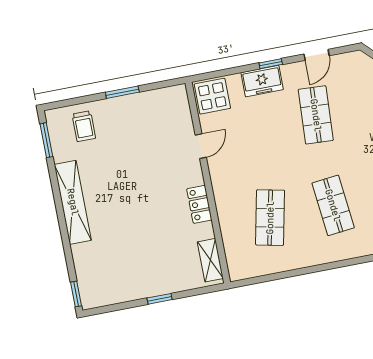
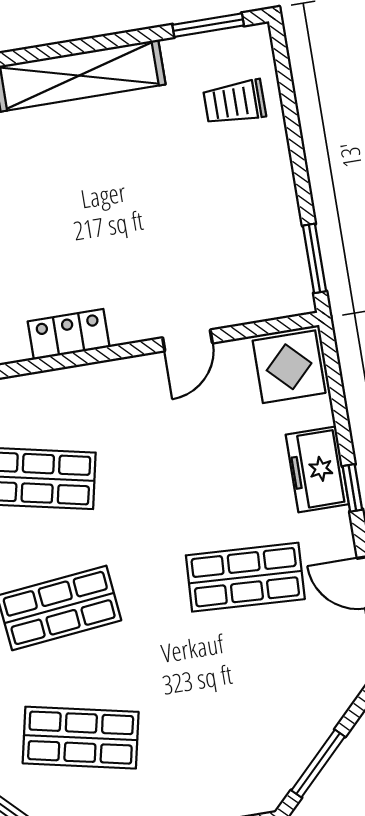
window: (122, 92) -> (314, 258), moved
door: (201, 146) -> (188, 340), hinge flipped

